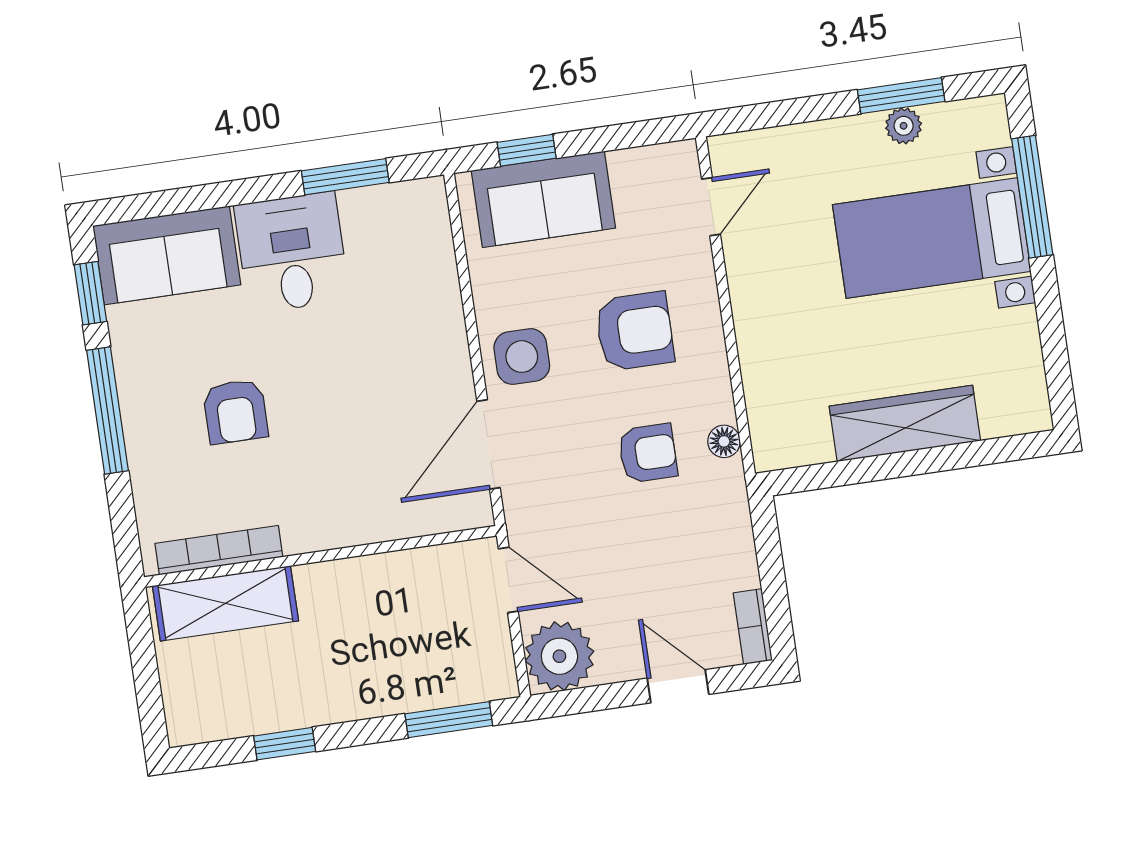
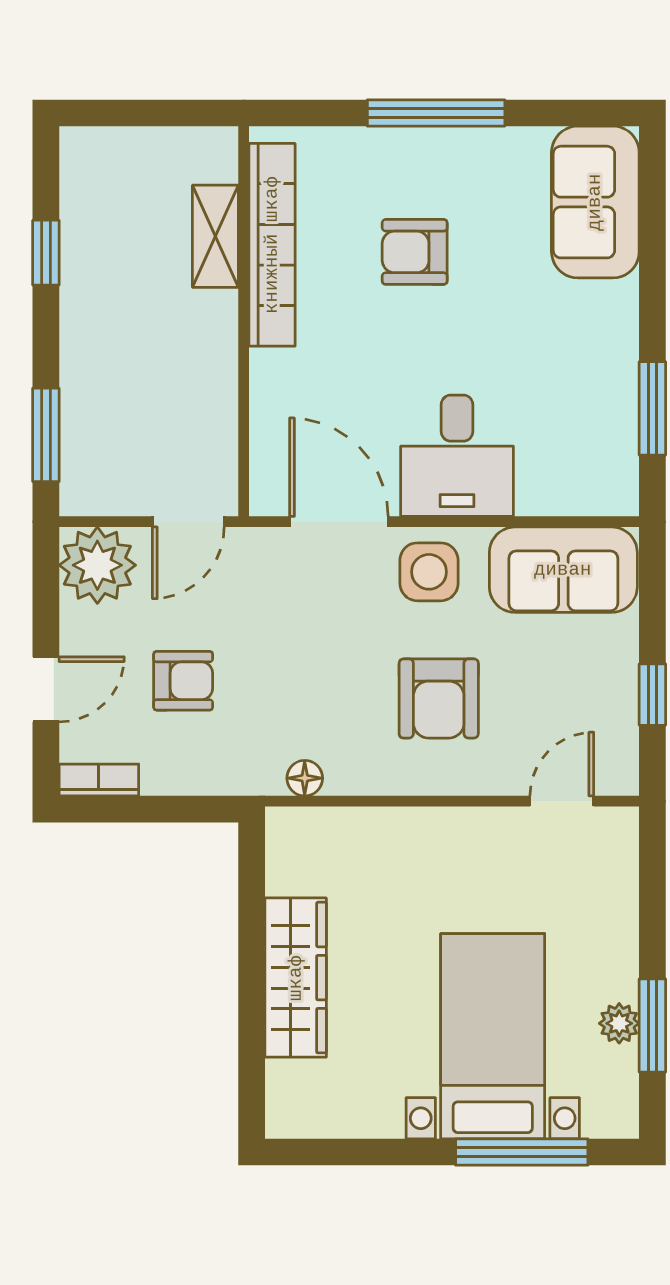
window: (527, 150) -> (652, 695), moved
sofa: (543, 199) -> (563, 570), moved, turned -90
door: (711, 207) -> (562, 801), swing flipped
desk: (292, 253) -> (457, 456), moved, turned 90
window: (90, 293) -> (566, 113), removed
armchair: (648, 453) -> (183, 681), moved, turned -90
bookcase: (219, 550) -> (272, 245), width x1.48, depth x1.31
shelving: (225, 603) -> (215, 236), width x0.67, depth x0.75

